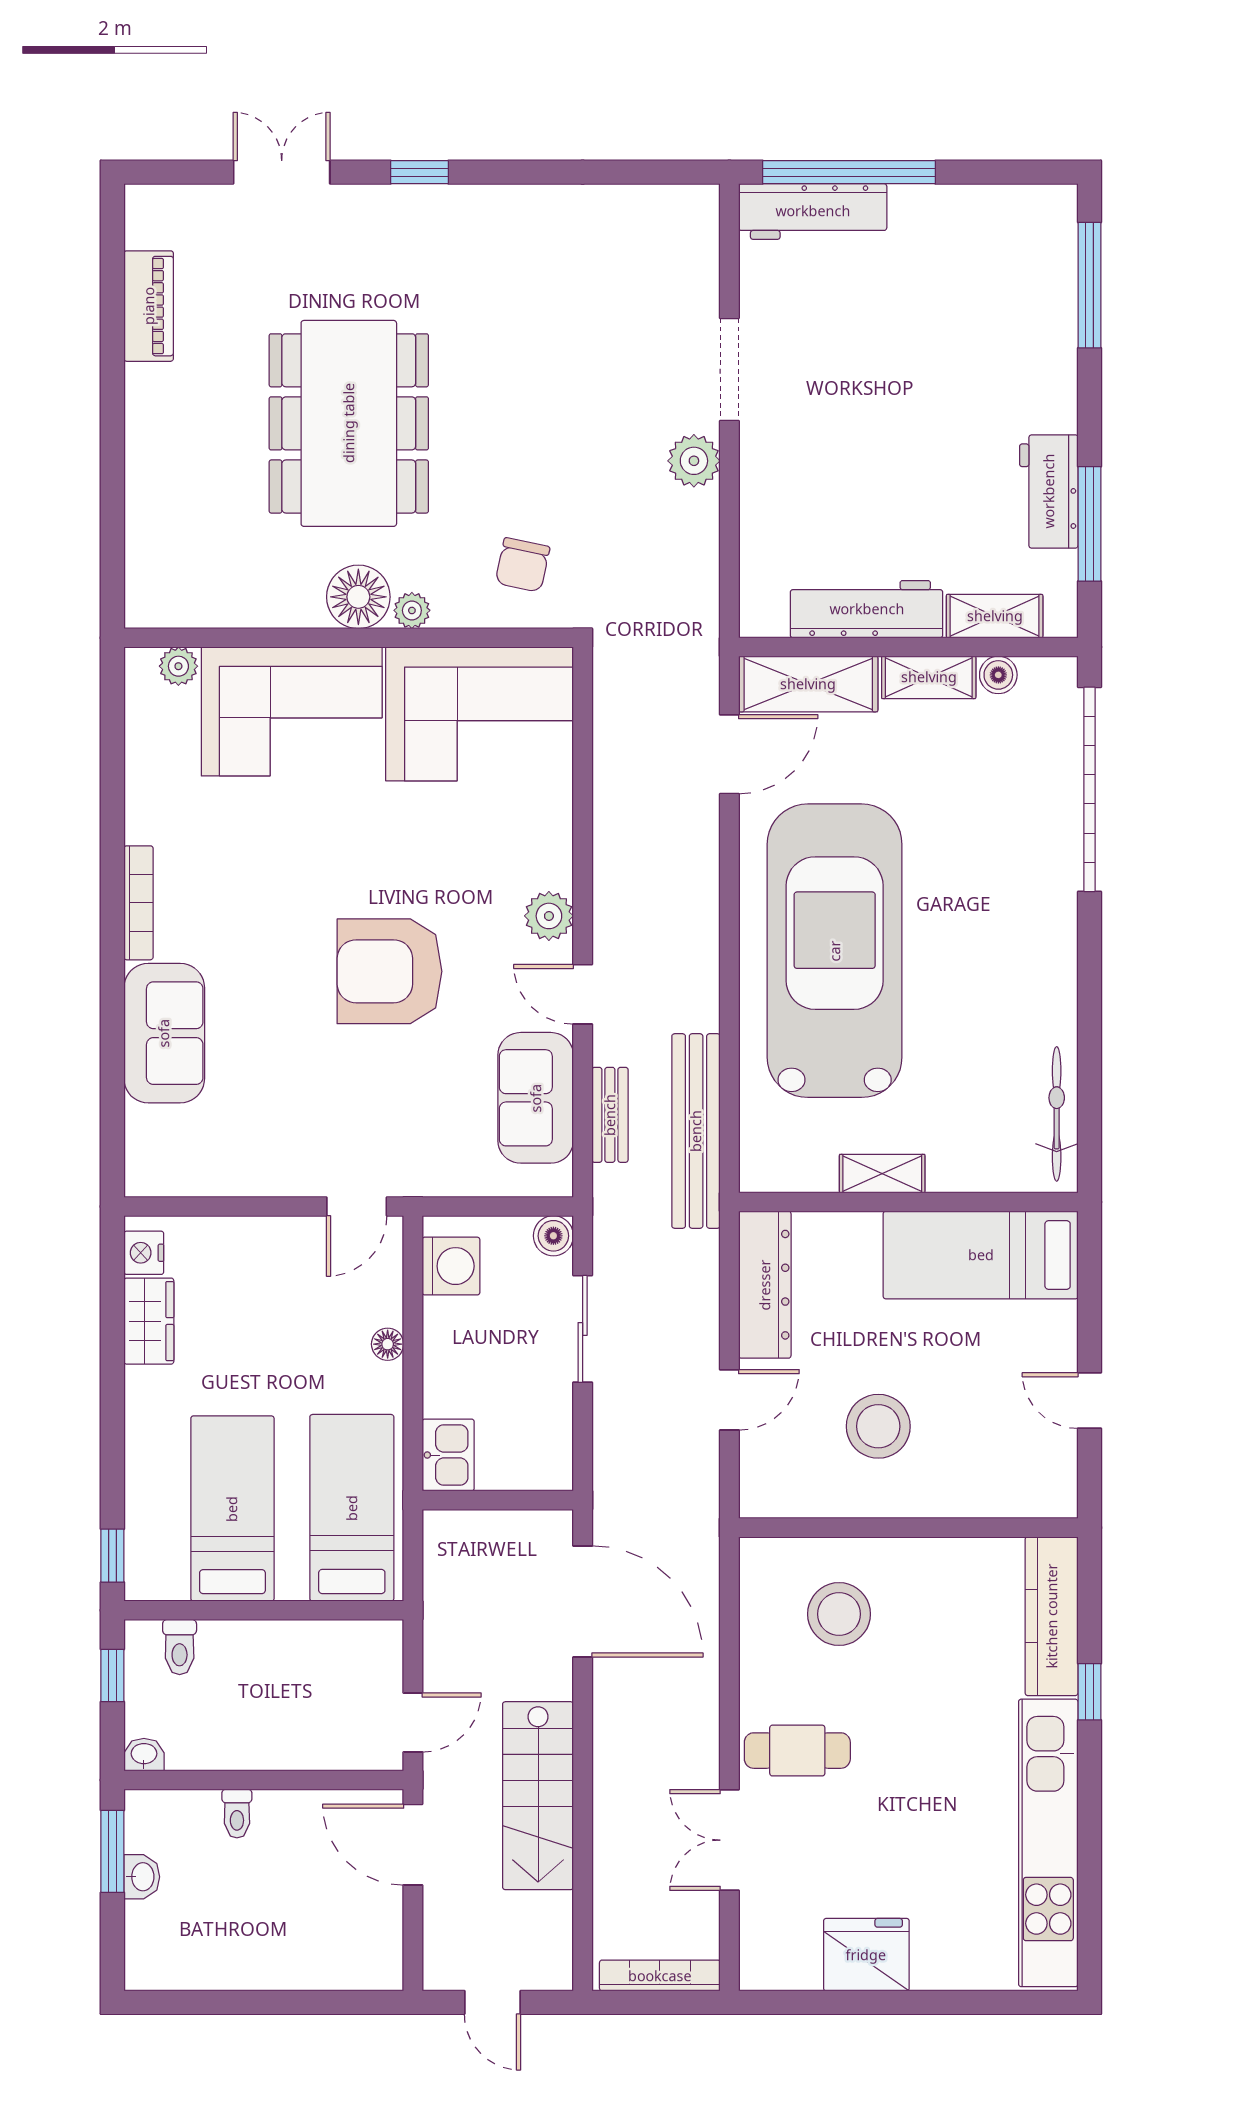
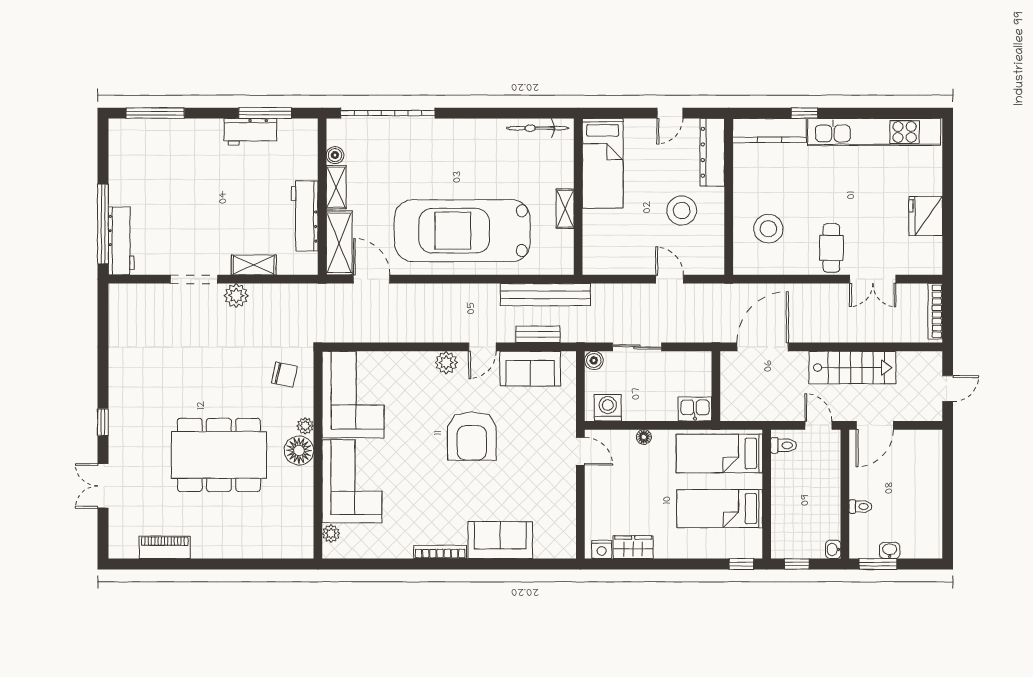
shelving: (995, 616) -> (254, 265), moved, turned 90
dresser: (765, 1285) -> (712, 152), moved, turned -90
toilet: (180, 1647) -> (784, 445), moved

